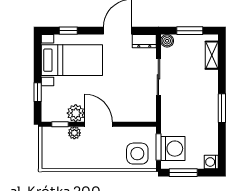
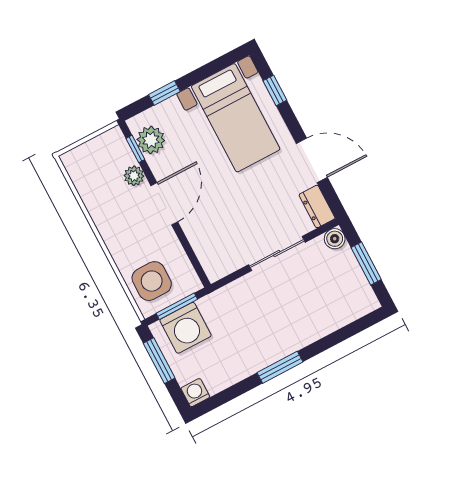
shelving: (212, 55) -> (348, 313), removed
plant: (76, 113) -> (151, 140), moved

